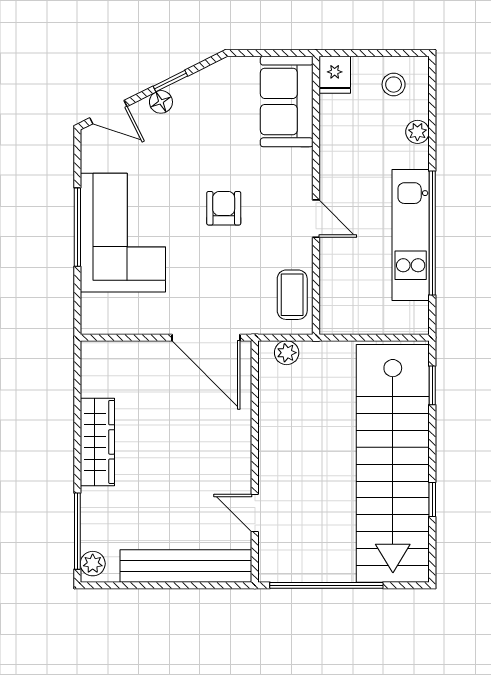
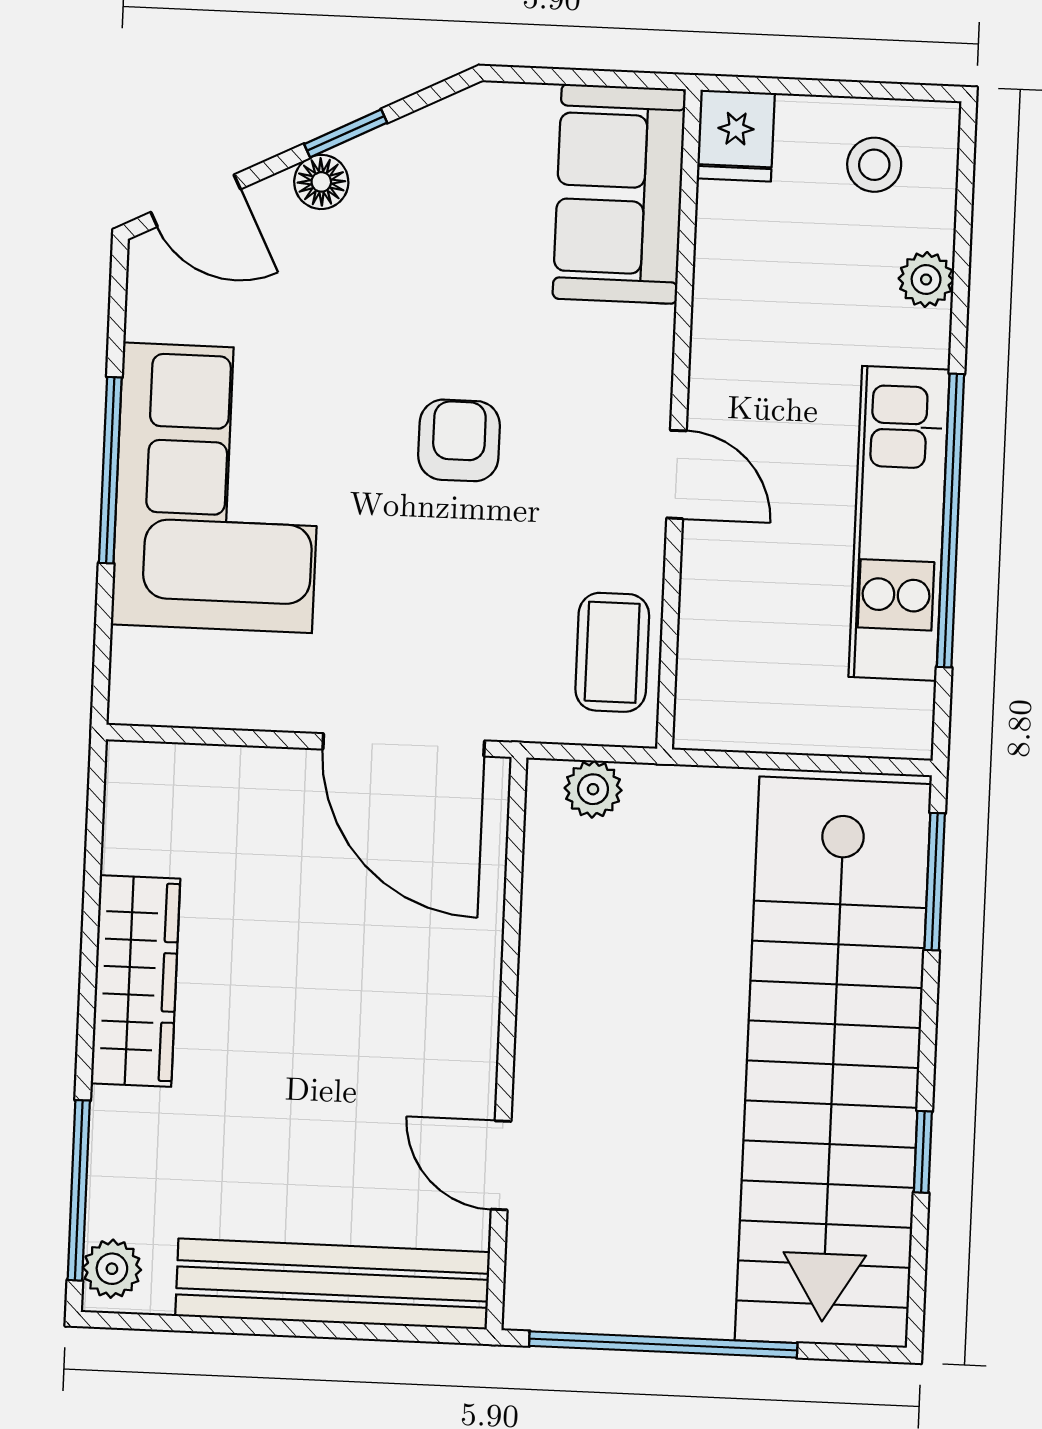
window: (432, 385) -> (935, 882), width x1.50

